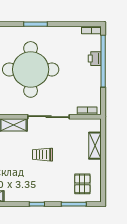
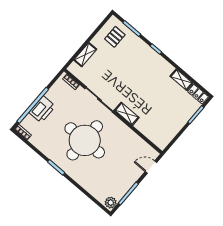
printer: (95, 59) -> (42, 109), width x1.87, depth x1.48
trolley: (43, 155) -> (124, 78), removed

